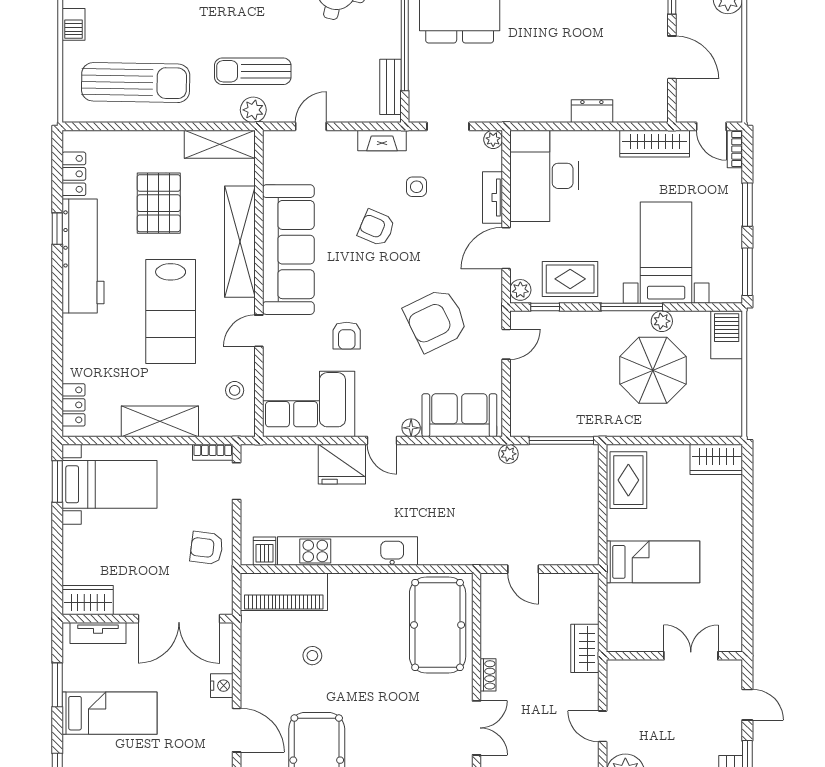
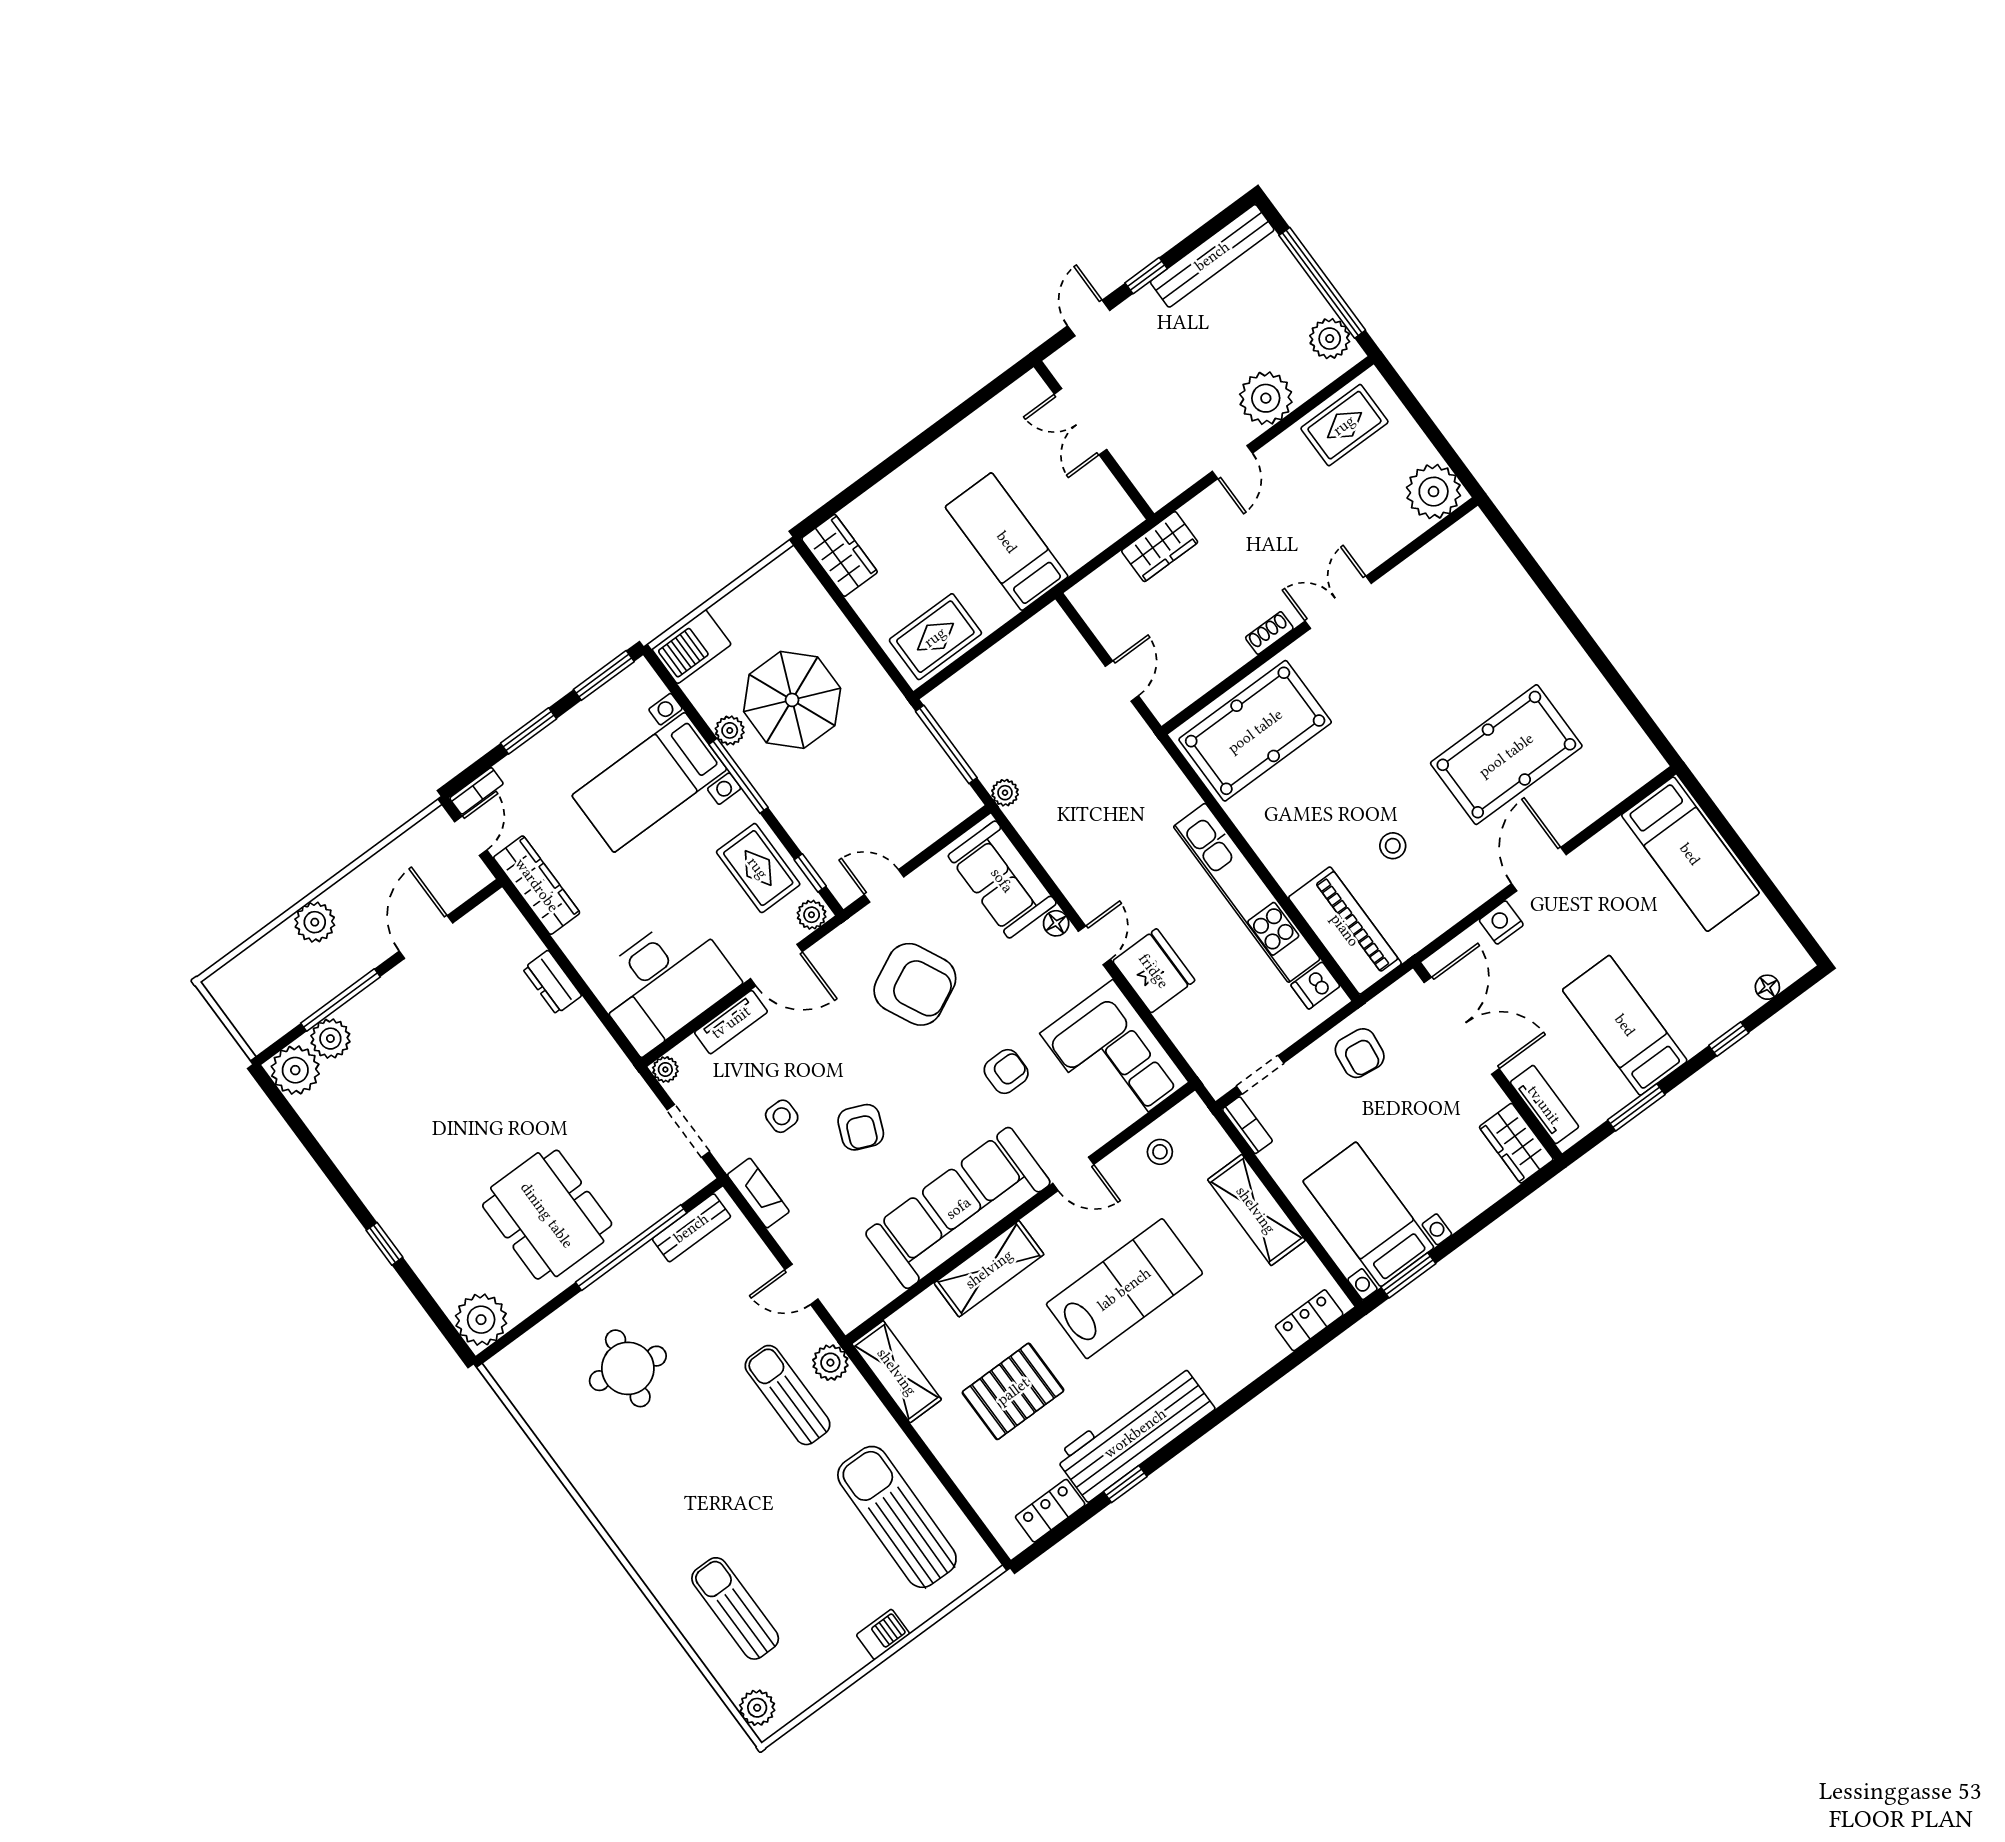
sun lounger: (253, 71) -> (788, 1395), turned 180
shelving: (240, 242) -> (989, 1269), width x0.68

